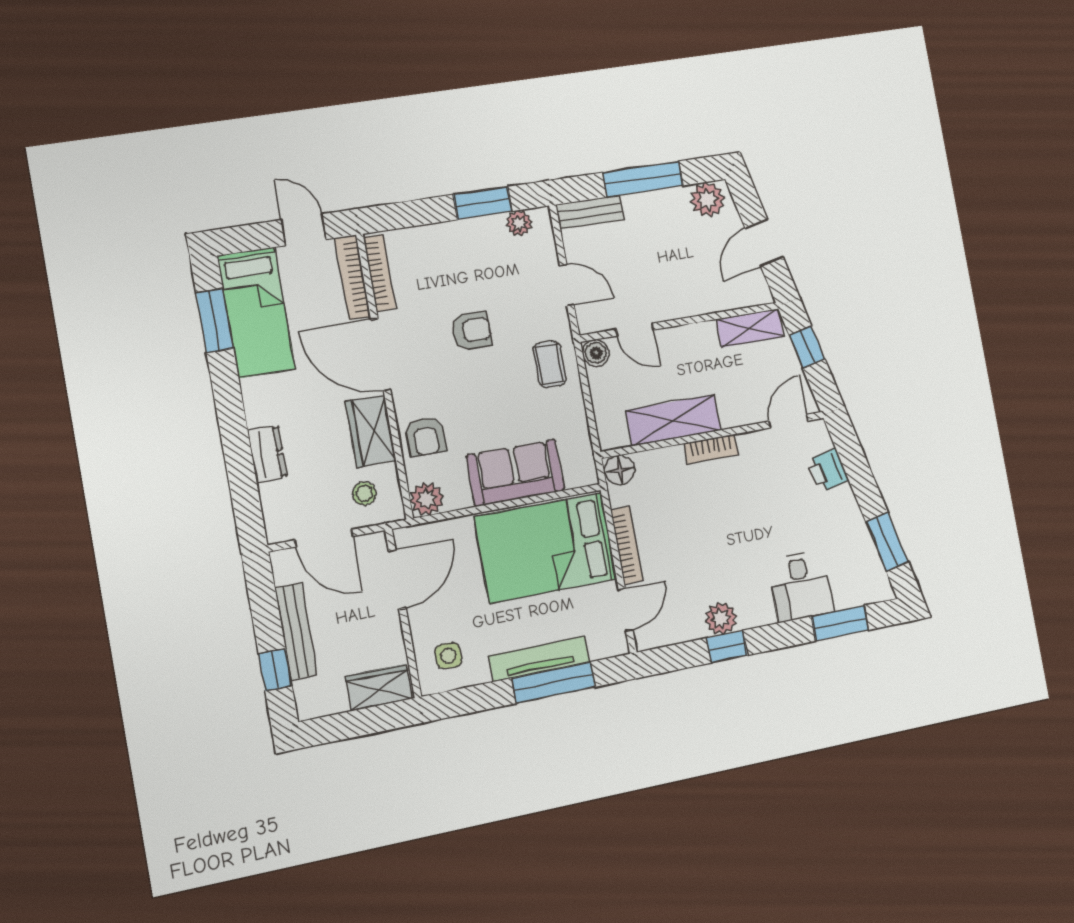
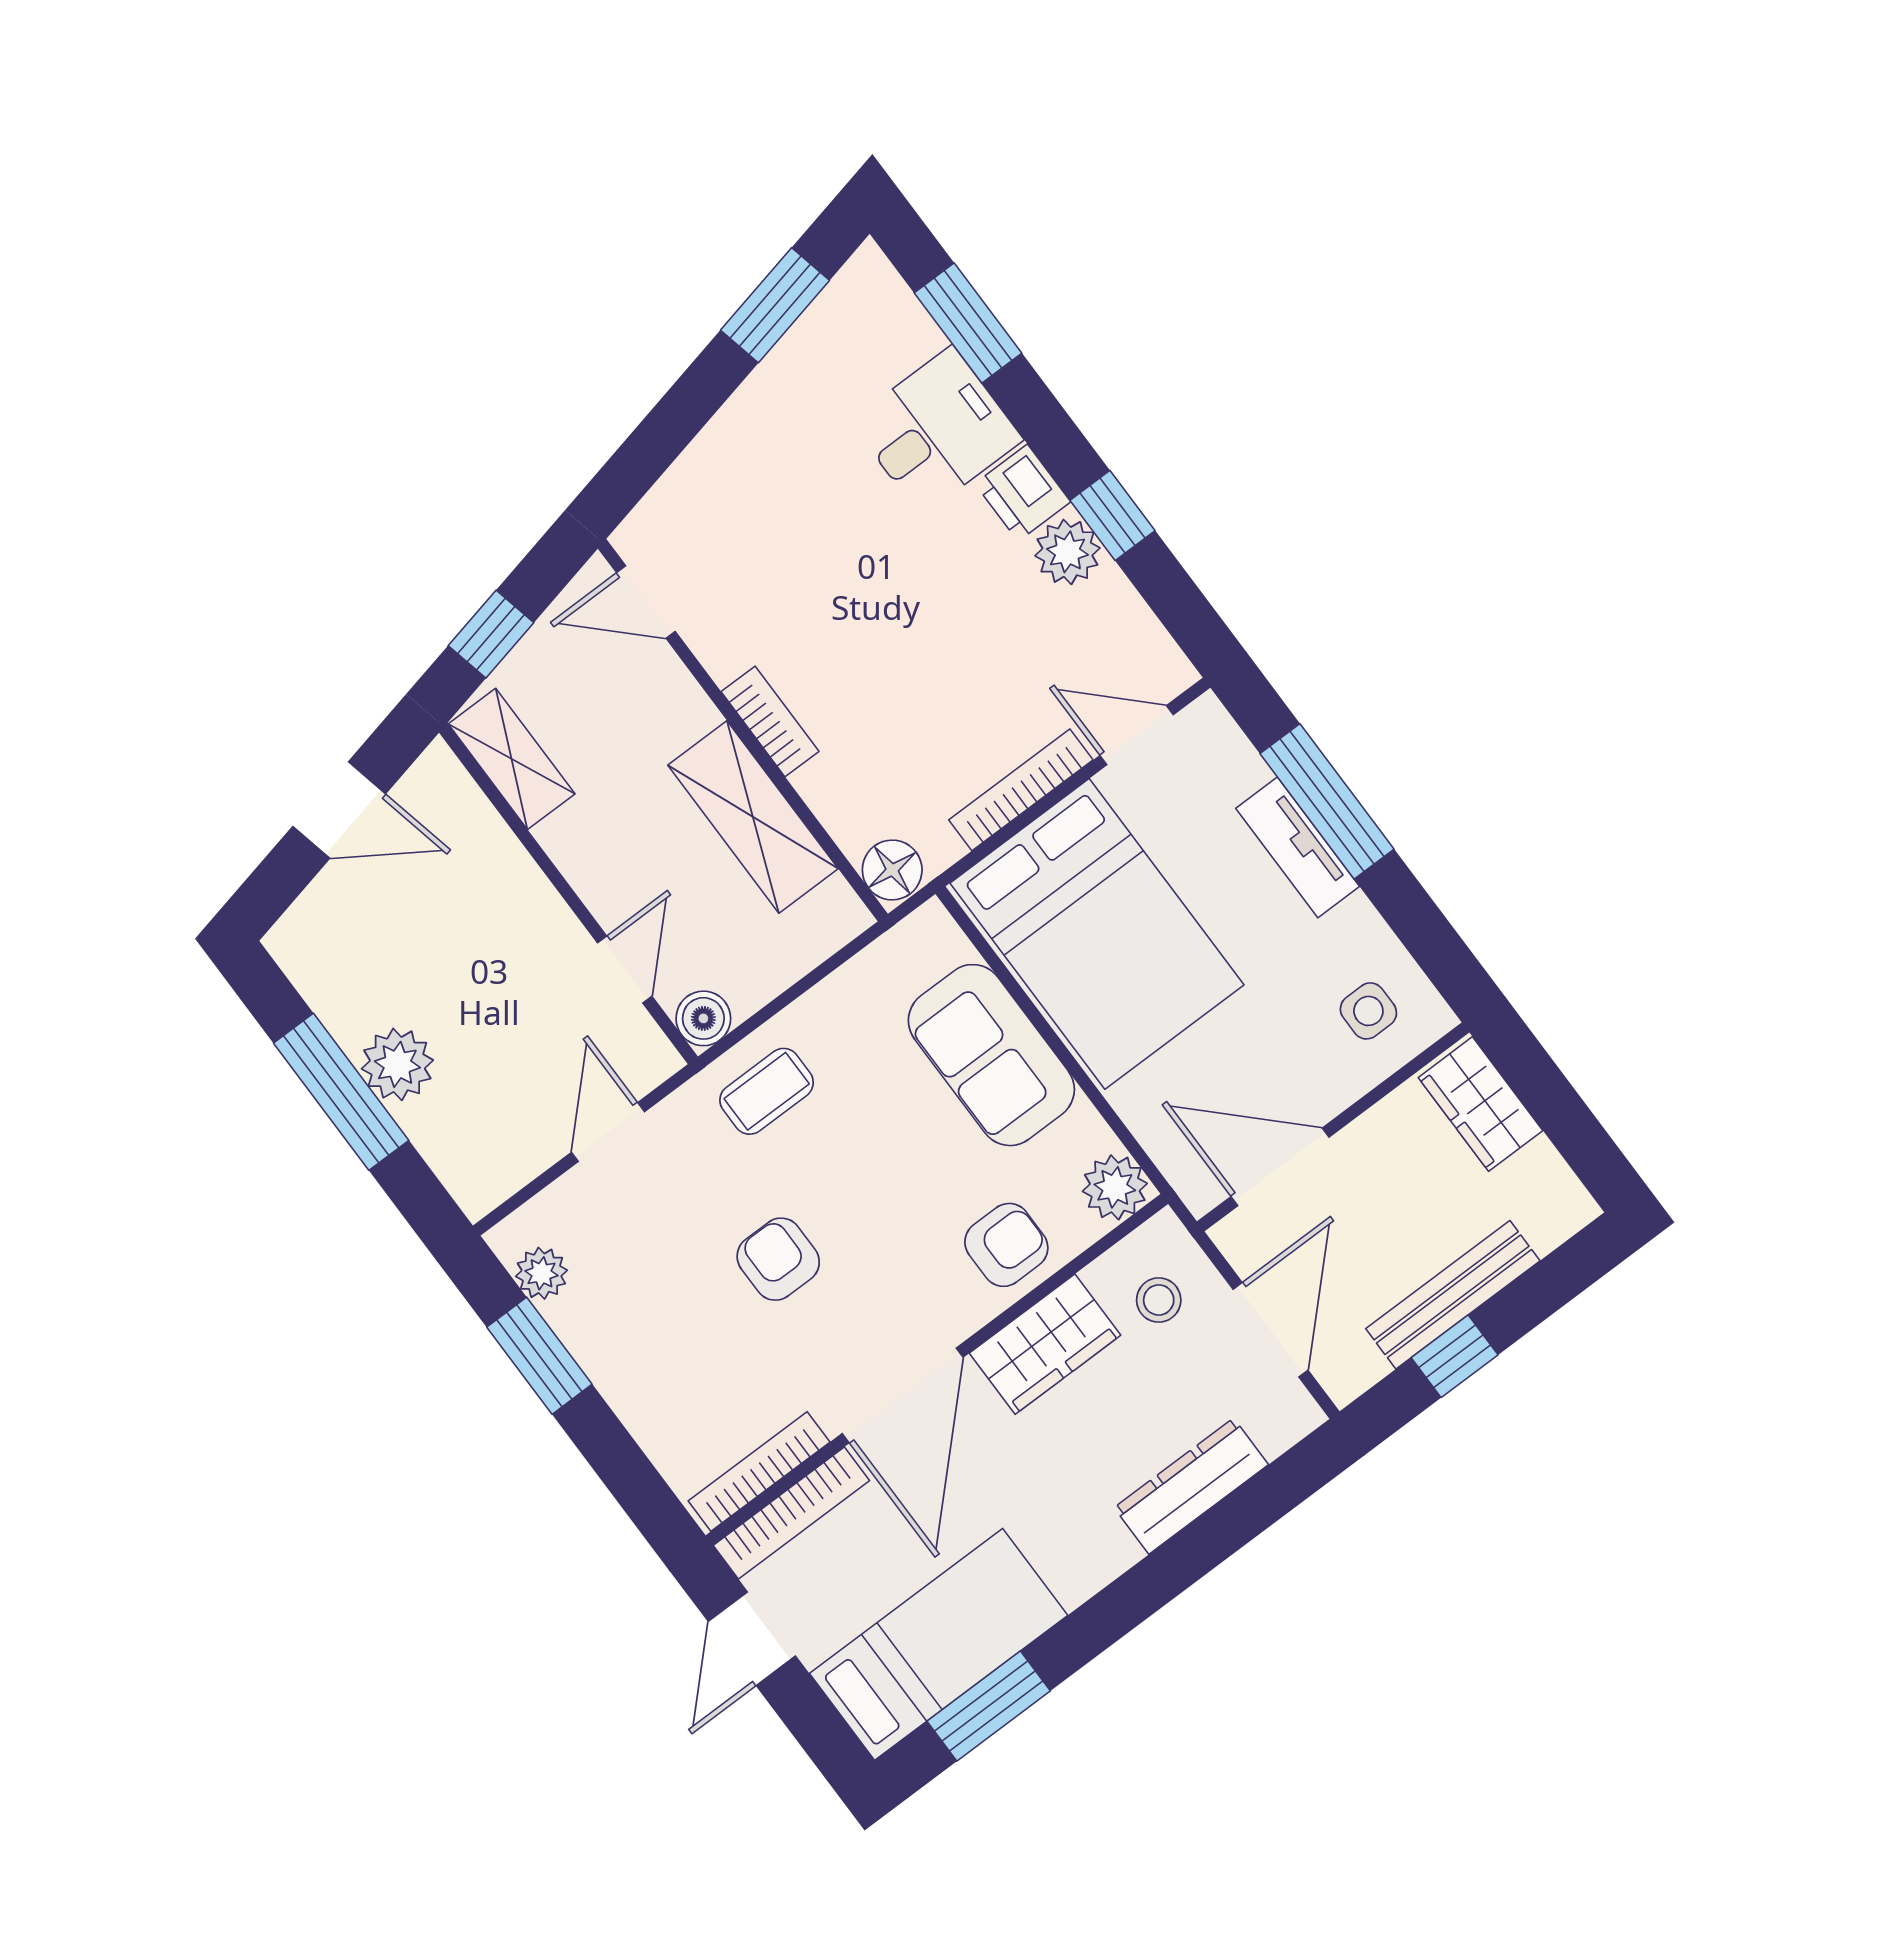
plant: (708, 200) -> (397, 1064), moved
bench: (590, 212) -> (453, 1157), removed
dresser: (267, 454) -> (1191, 1486), width x1.44
printer: (828, 470) -> (1023, 493), moved, turned 102
tv unit: (539, 659) -> (1298, 847), width x0.71
window: (275, 670) -> (1455, 1356), moved

